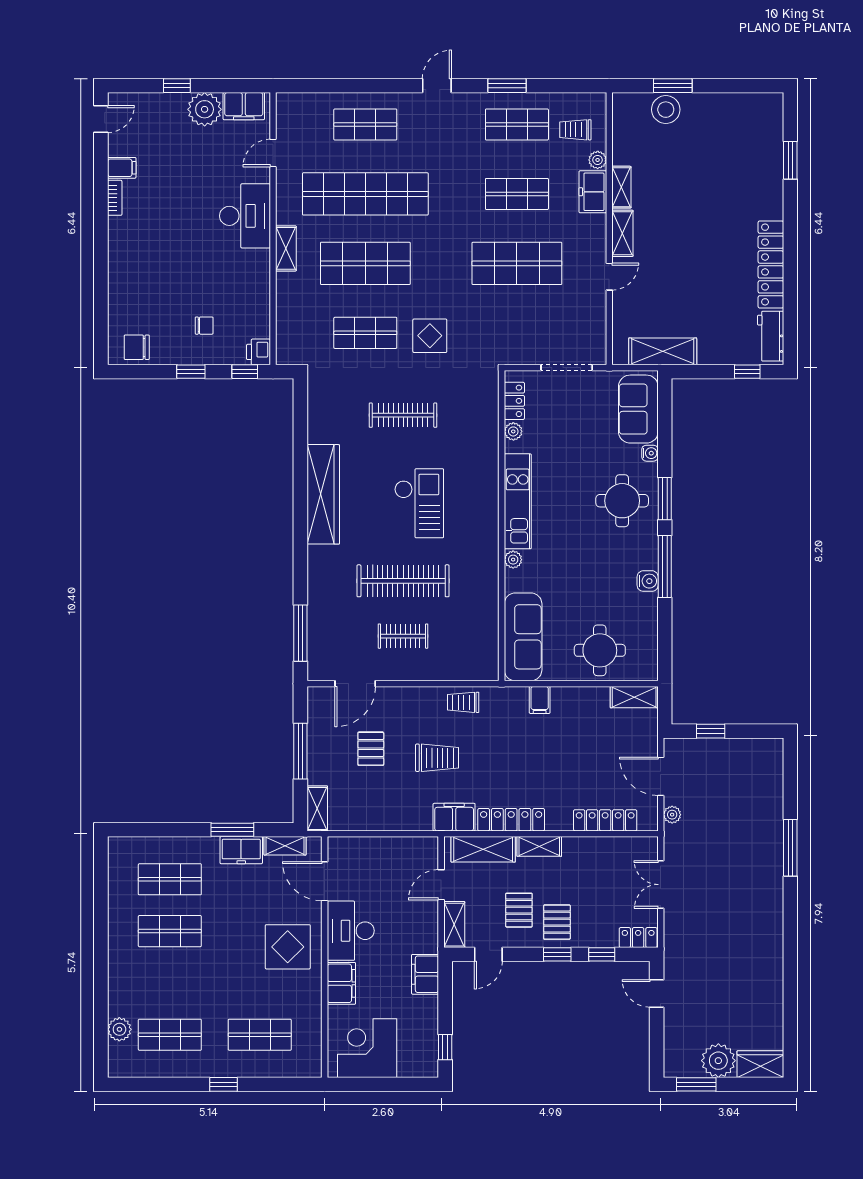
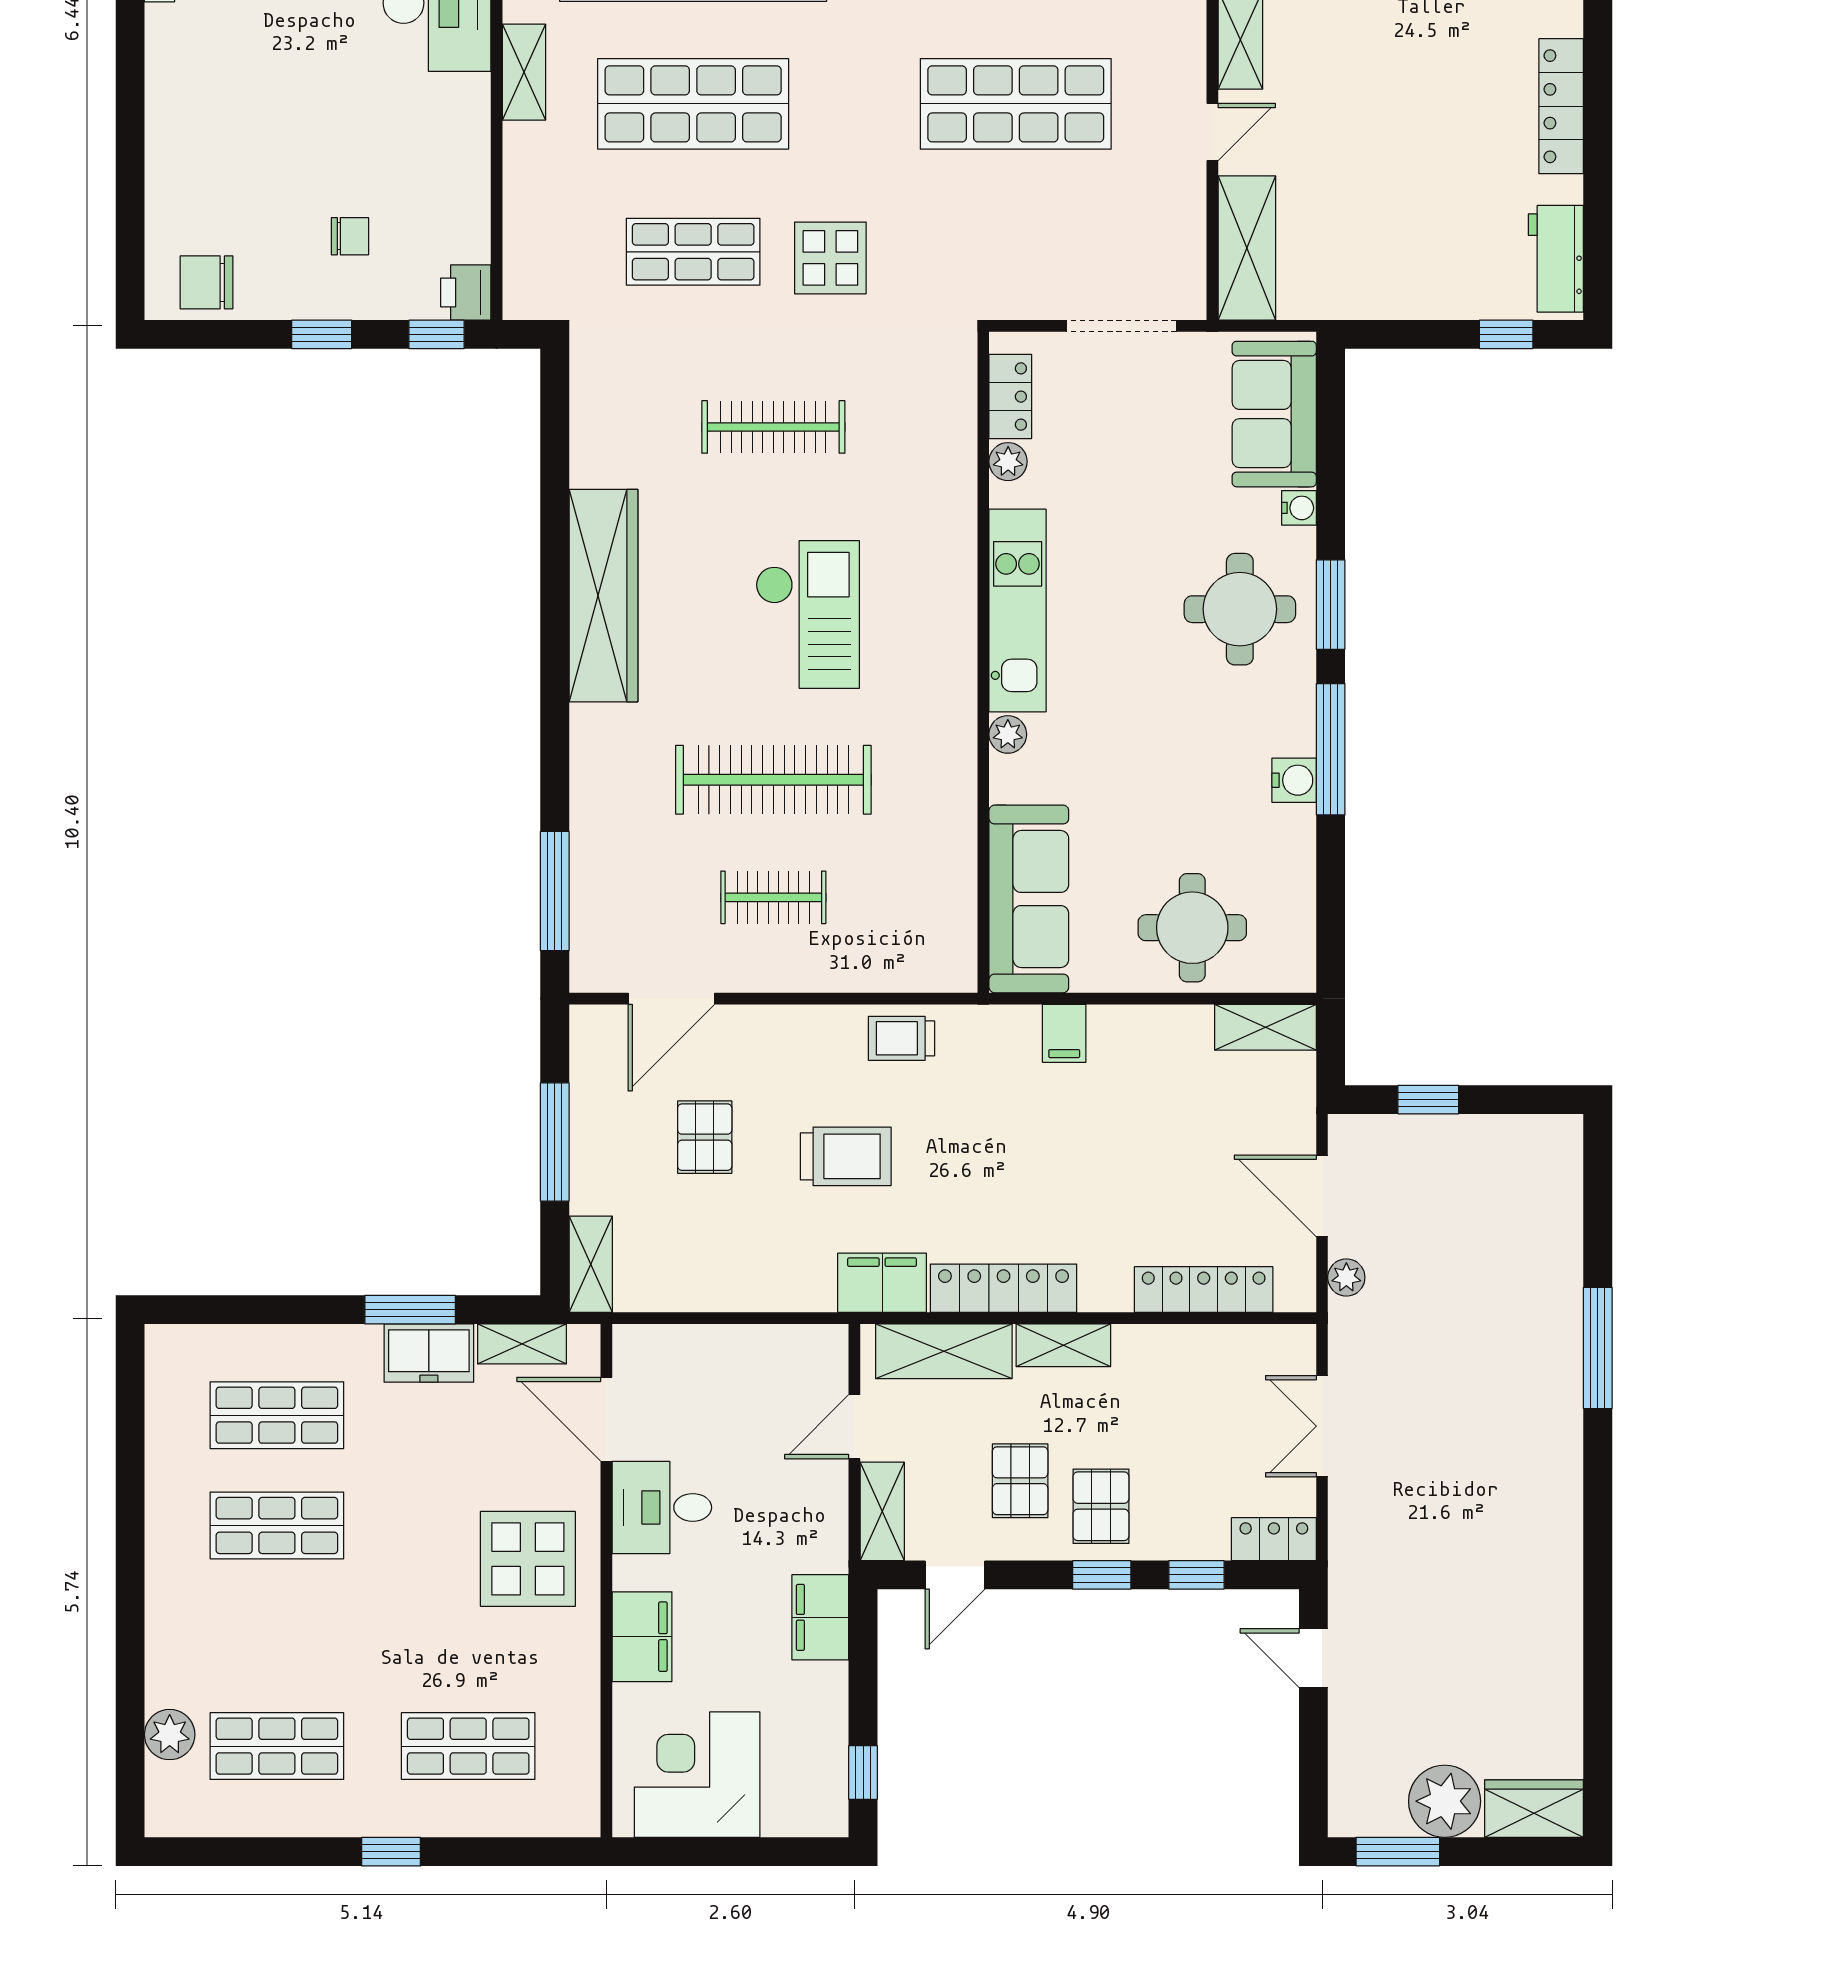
locker: (771, 264) -> (1561, 106), width x0.71, depth x0.83
shelving: (663, 351) -> (1247, 248), moved, turned 90
desk: (351, 931) -> (662, 1507), width x0.73

